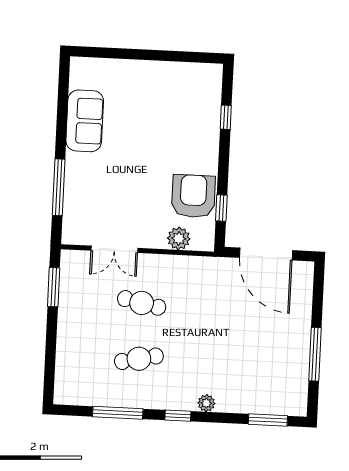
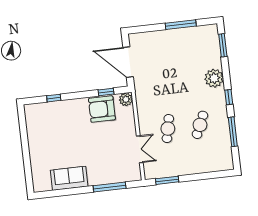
plant: (179, 238) -> (126, 99), moved
door: (266, 254) -> (128, 62), swing flipped
cafe table: (139, 359) -> (200, 125), turned 36
plant: (206, 403) -> (214, 78), width x1.87, depth x1.87

